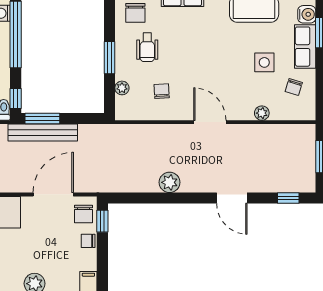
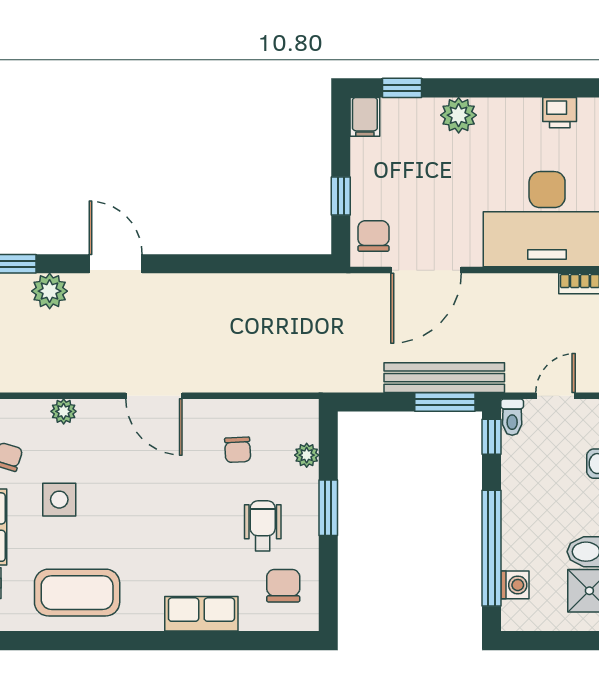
plant: (170, 182) -> (50, 291), moved
window: (102, 221) -> (341, 196), moved
chair: (88, 241) -> (366, 189), removed

